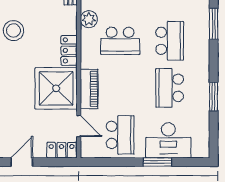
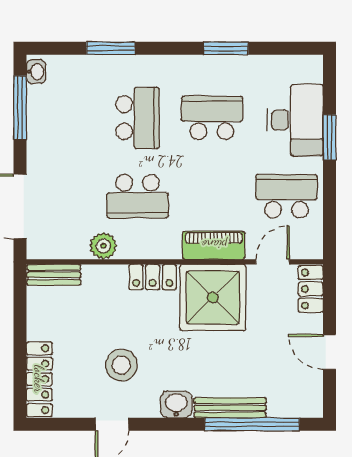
school desk: (120, 41) -> (138, 196), turned 90
school desk: (170, 41) -> (138, 118), turned 90
school desk: (170, 88) -> (212, 118), turned 180

